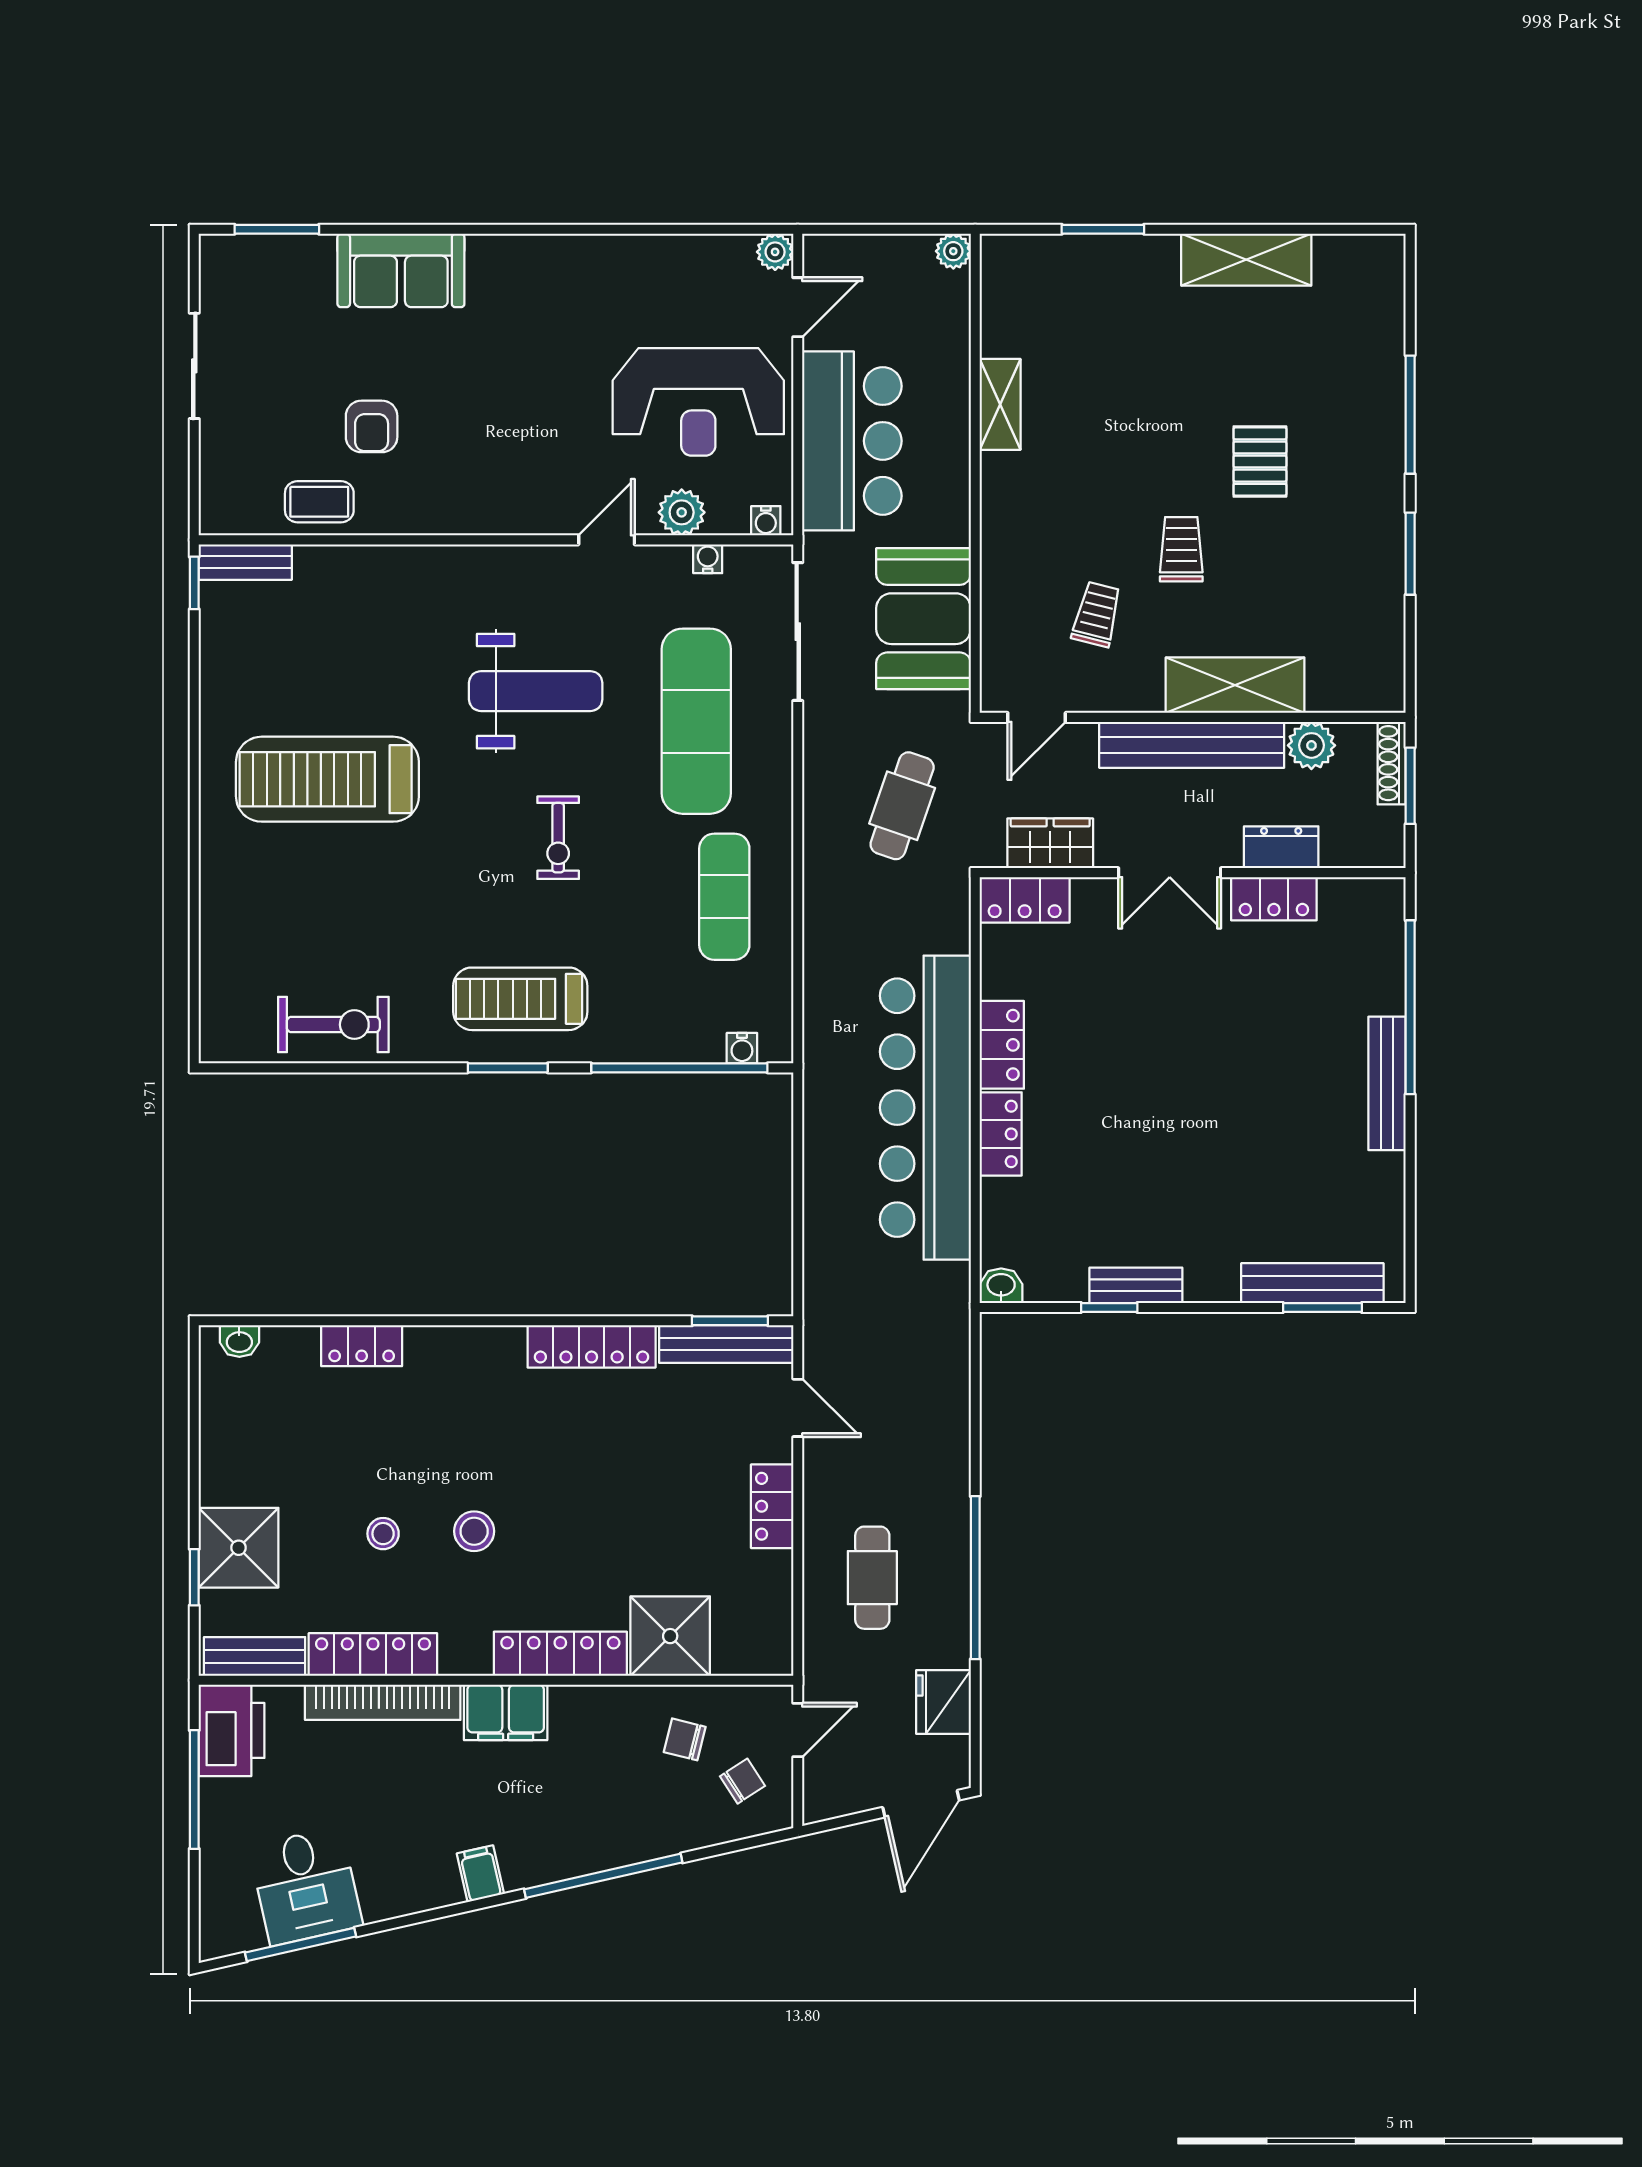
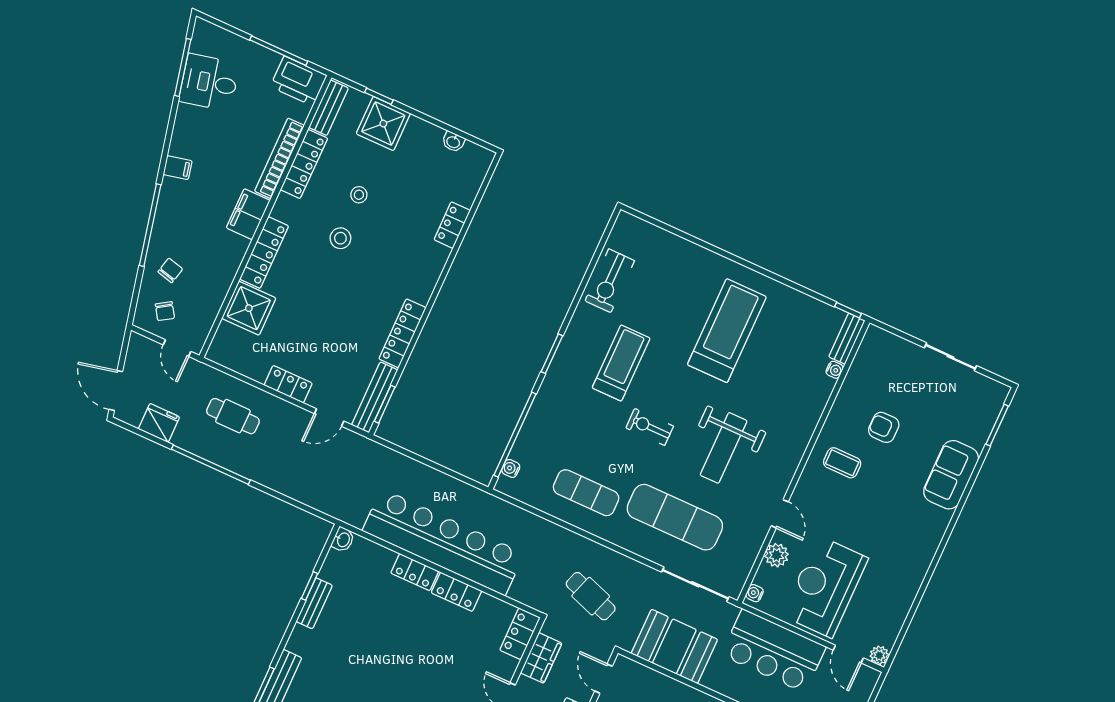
coffee table: (319, 502) -> (842, 463), moved, turned 90
water cooler: (708, 559) -> (835, 370), moved
treadmill: (520, 999) -> (621, 363), moved
washbasin: (239, 1341) -> (453, 142), moved, turned -90
chair: (685, 1739) -> (170, 270), moved

